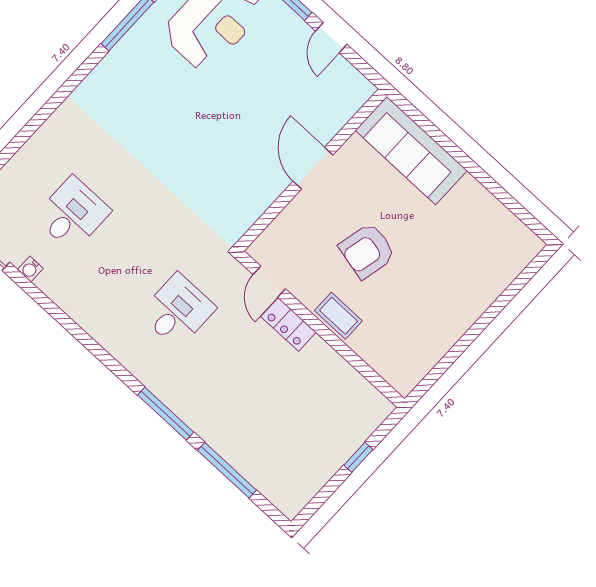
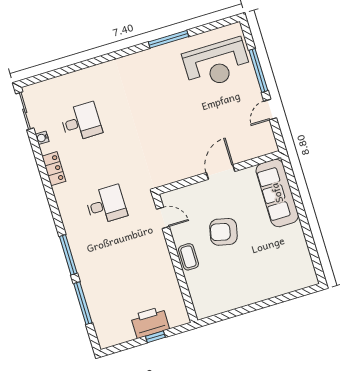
door: (269, 282) -> (163, 218), swing flipped
locker: (288, 324) -> (54, 169), moved, turned 180
printer: (338, 441) -> (150, 322), added

